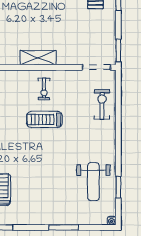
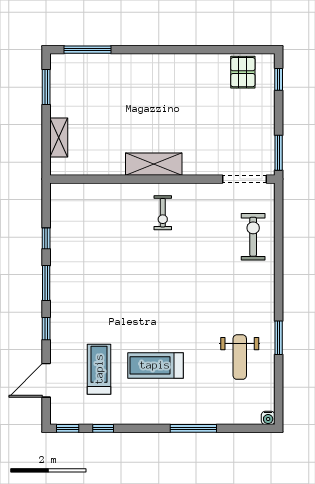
treadmill: (44, 120) -> (155, 365), moved
weight bench: (93, 182) -> (240, 357), width x0.73, depth x0.75
window: (118, 187) -> (279, 338), moved

